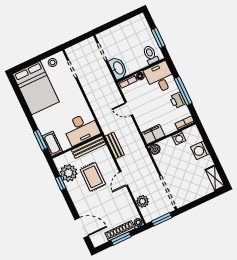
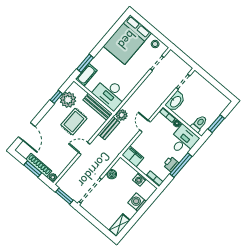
boiler: (155, 149) -> (112, 174), moved
plant: (143, 201) -> (122, 115), moved

